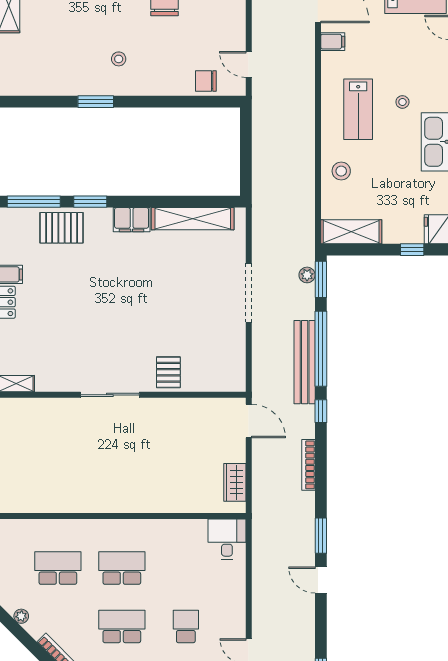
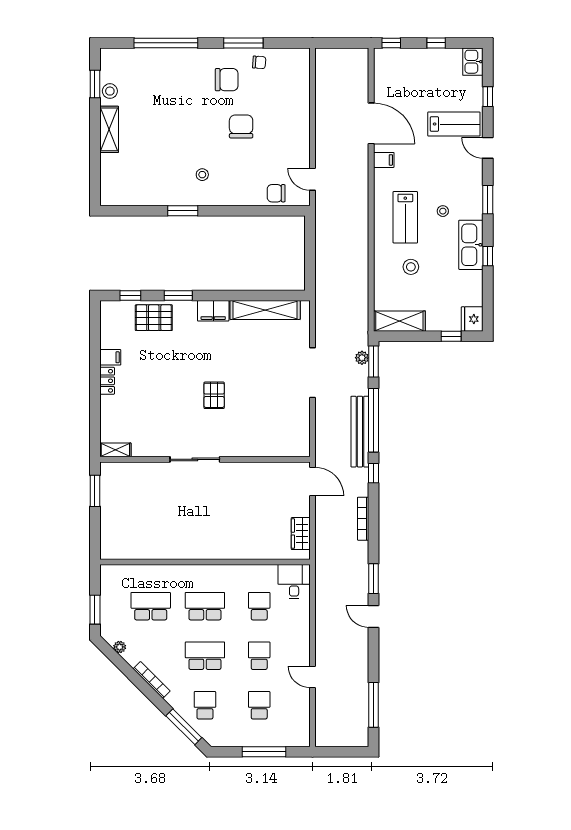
stool: (341, 171) -> (411, 267), moved
window: (34, 202) -> (130, 296), width x0.46
pallet: (168, 372) -> (214, 395), moved
school desk: (186, 568) -> (259, 606), added

